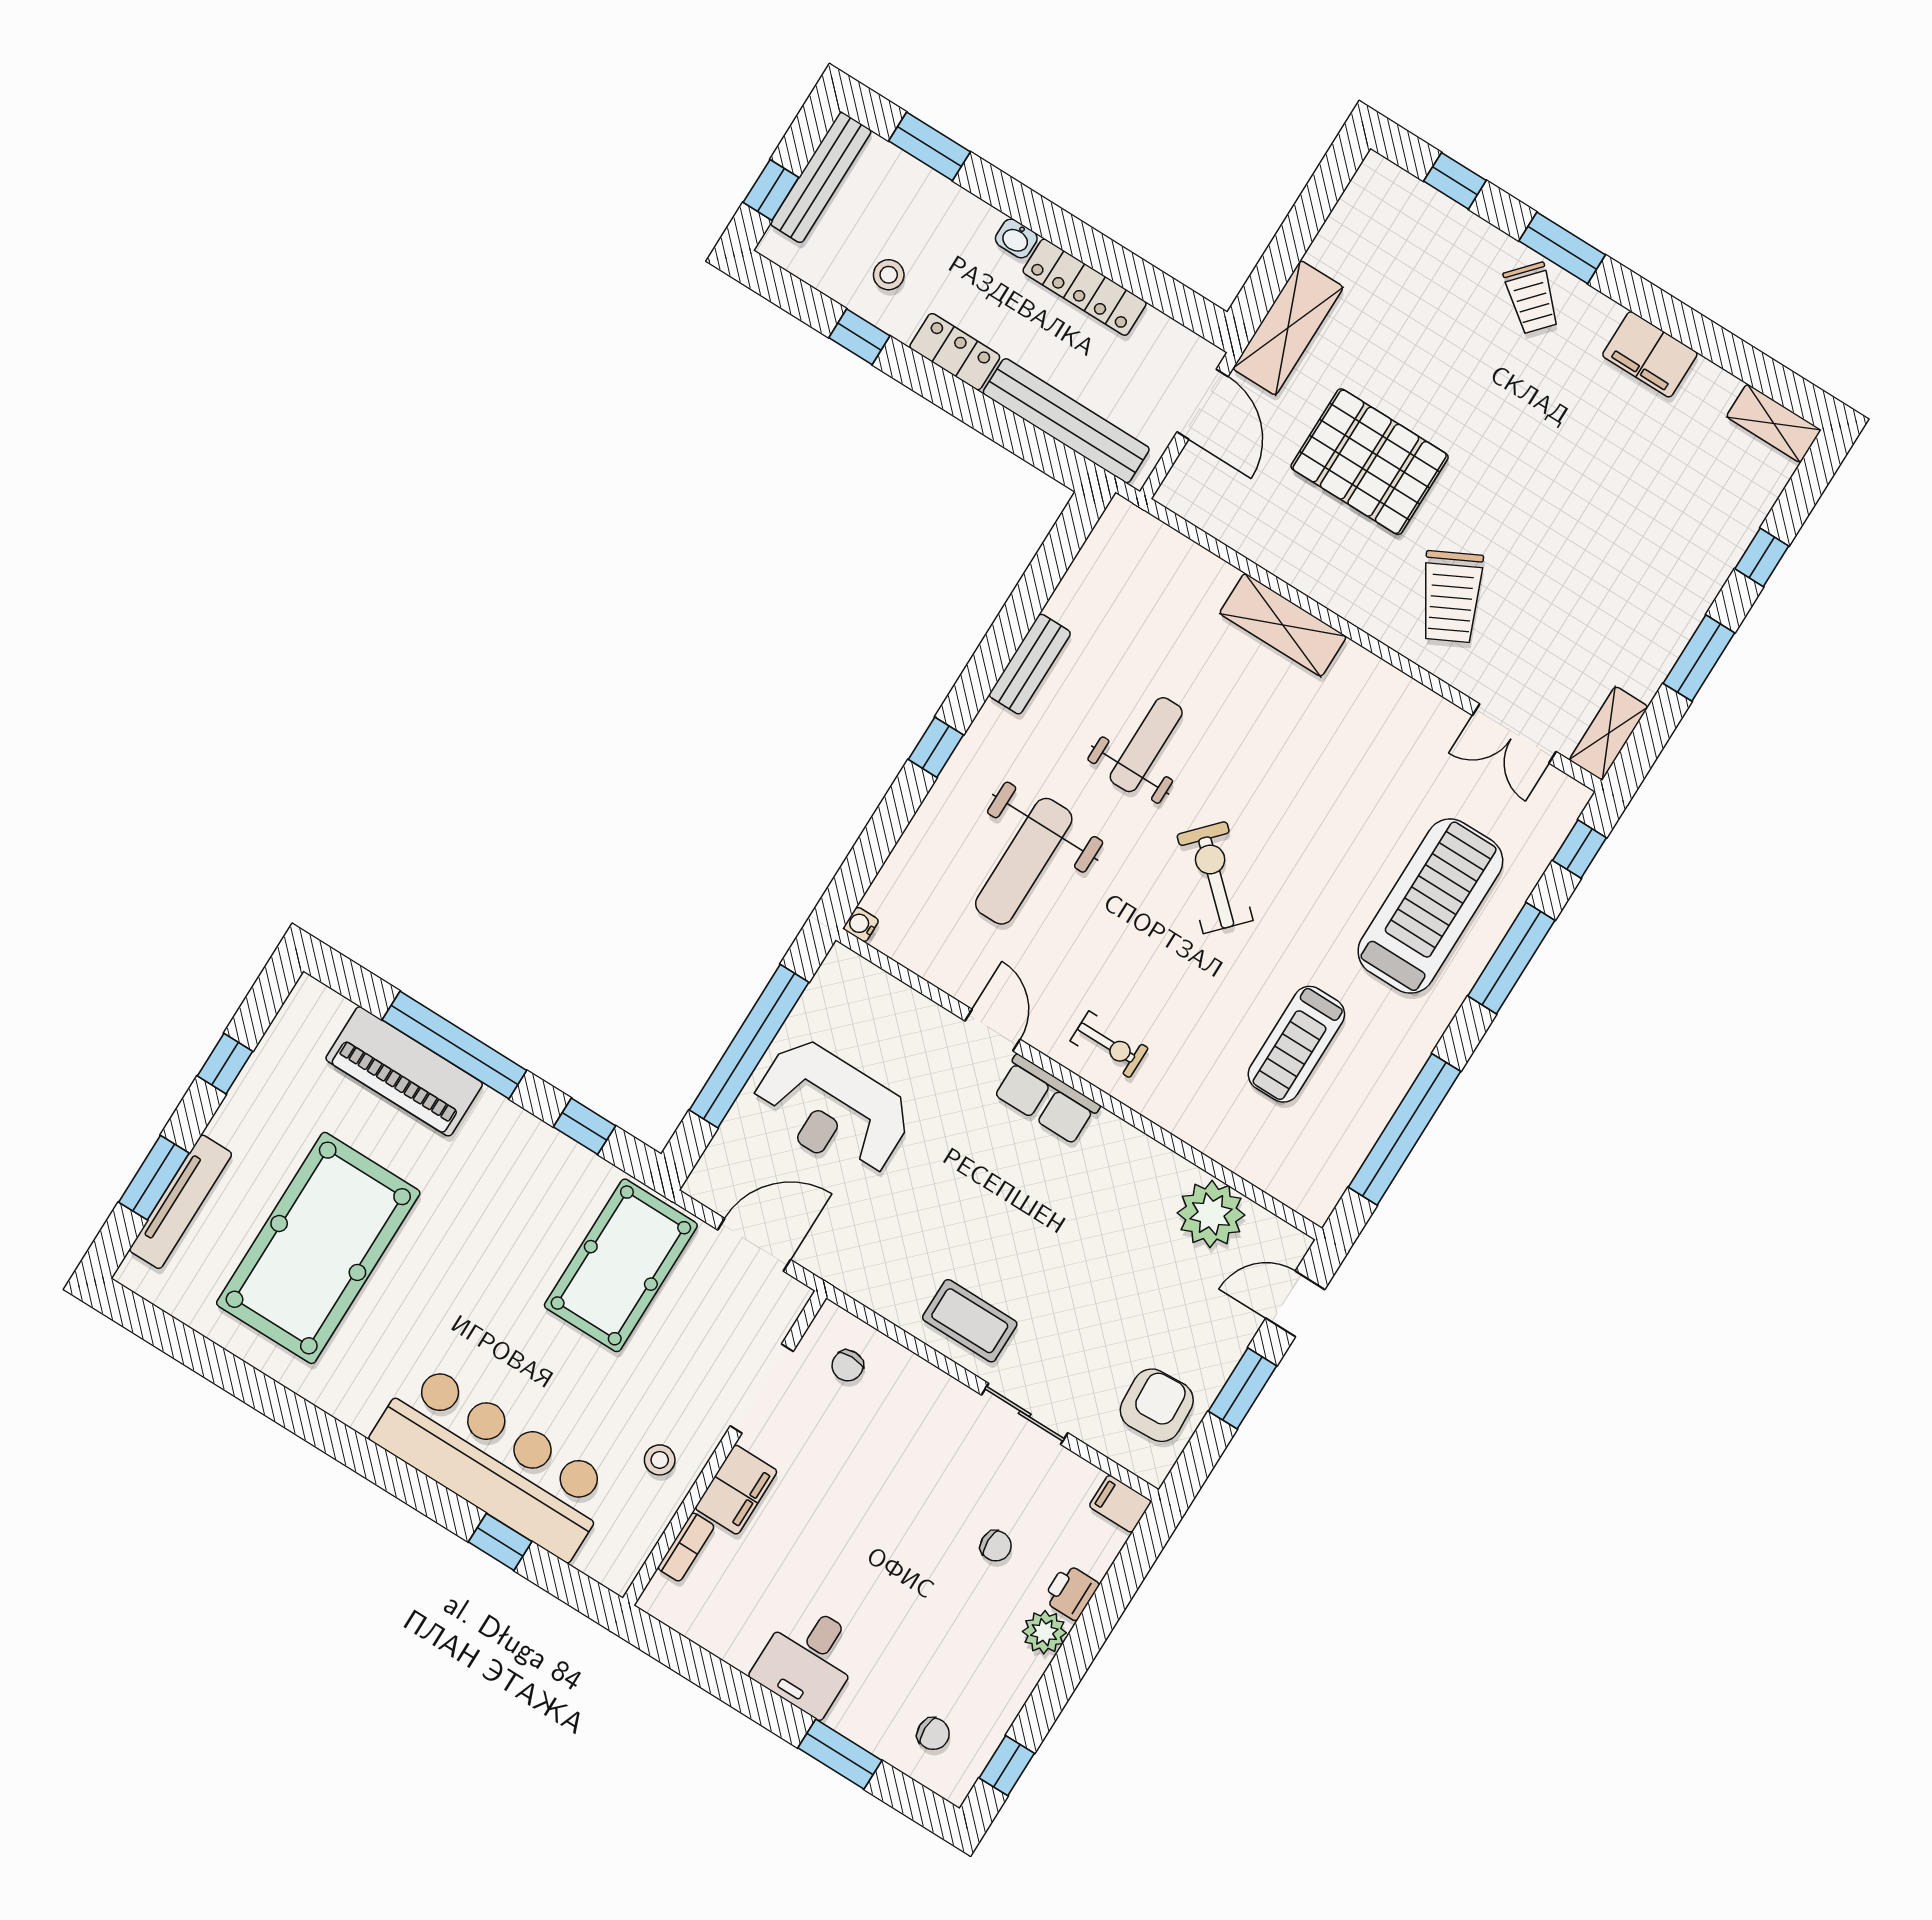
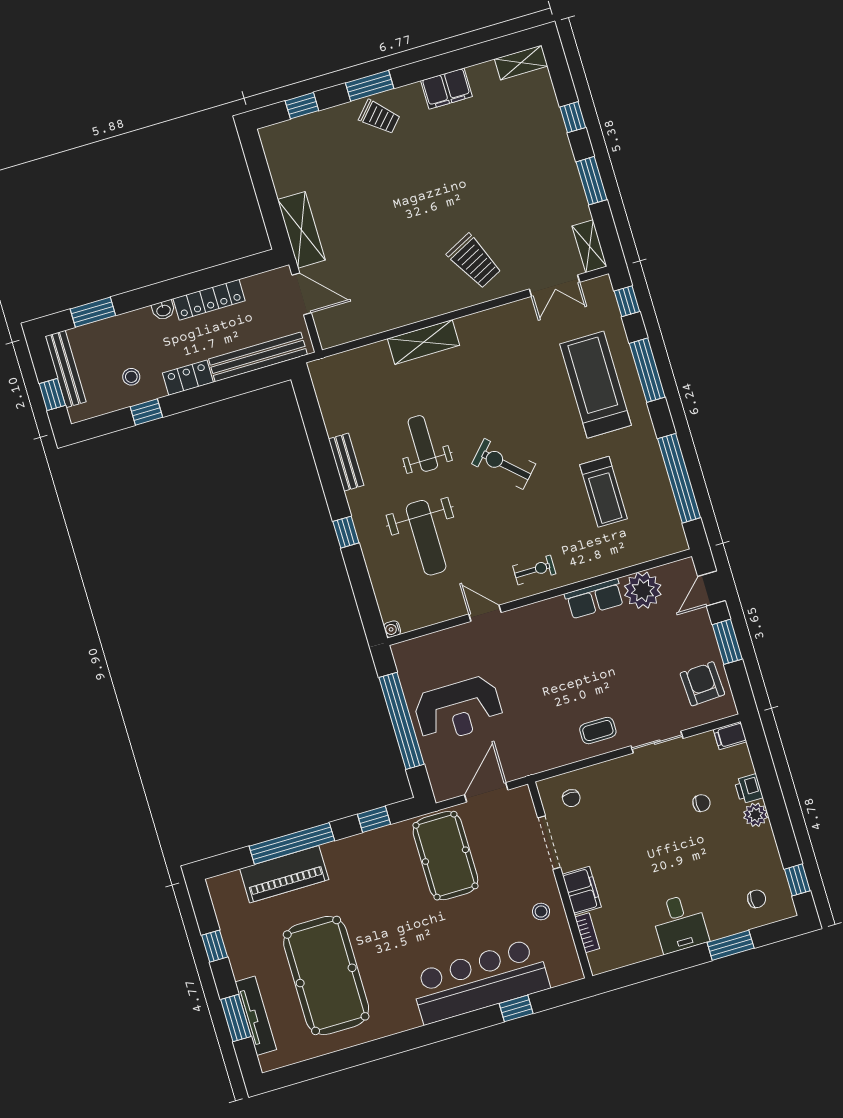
pallet: (1370, 462) -> (387, 245), removed
row of seats: (1046, 1099) -> (594, 599), moved
coffee table: (970, 1321) -> (598, 731), width x0.73, depth x0.77

